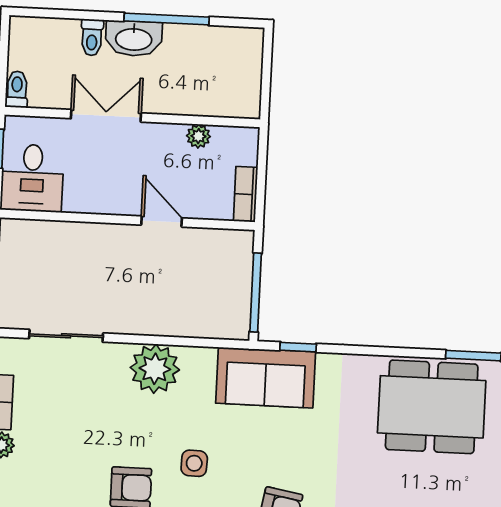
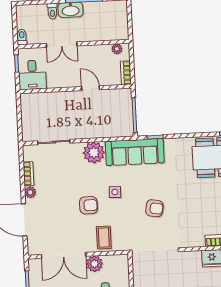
double door: (106, 116) -> (62, 45), swing flipped
plant: (198, 136) -> (117, 49), moved
sofa: (266, 378) -> (135, 152), width x1.36

